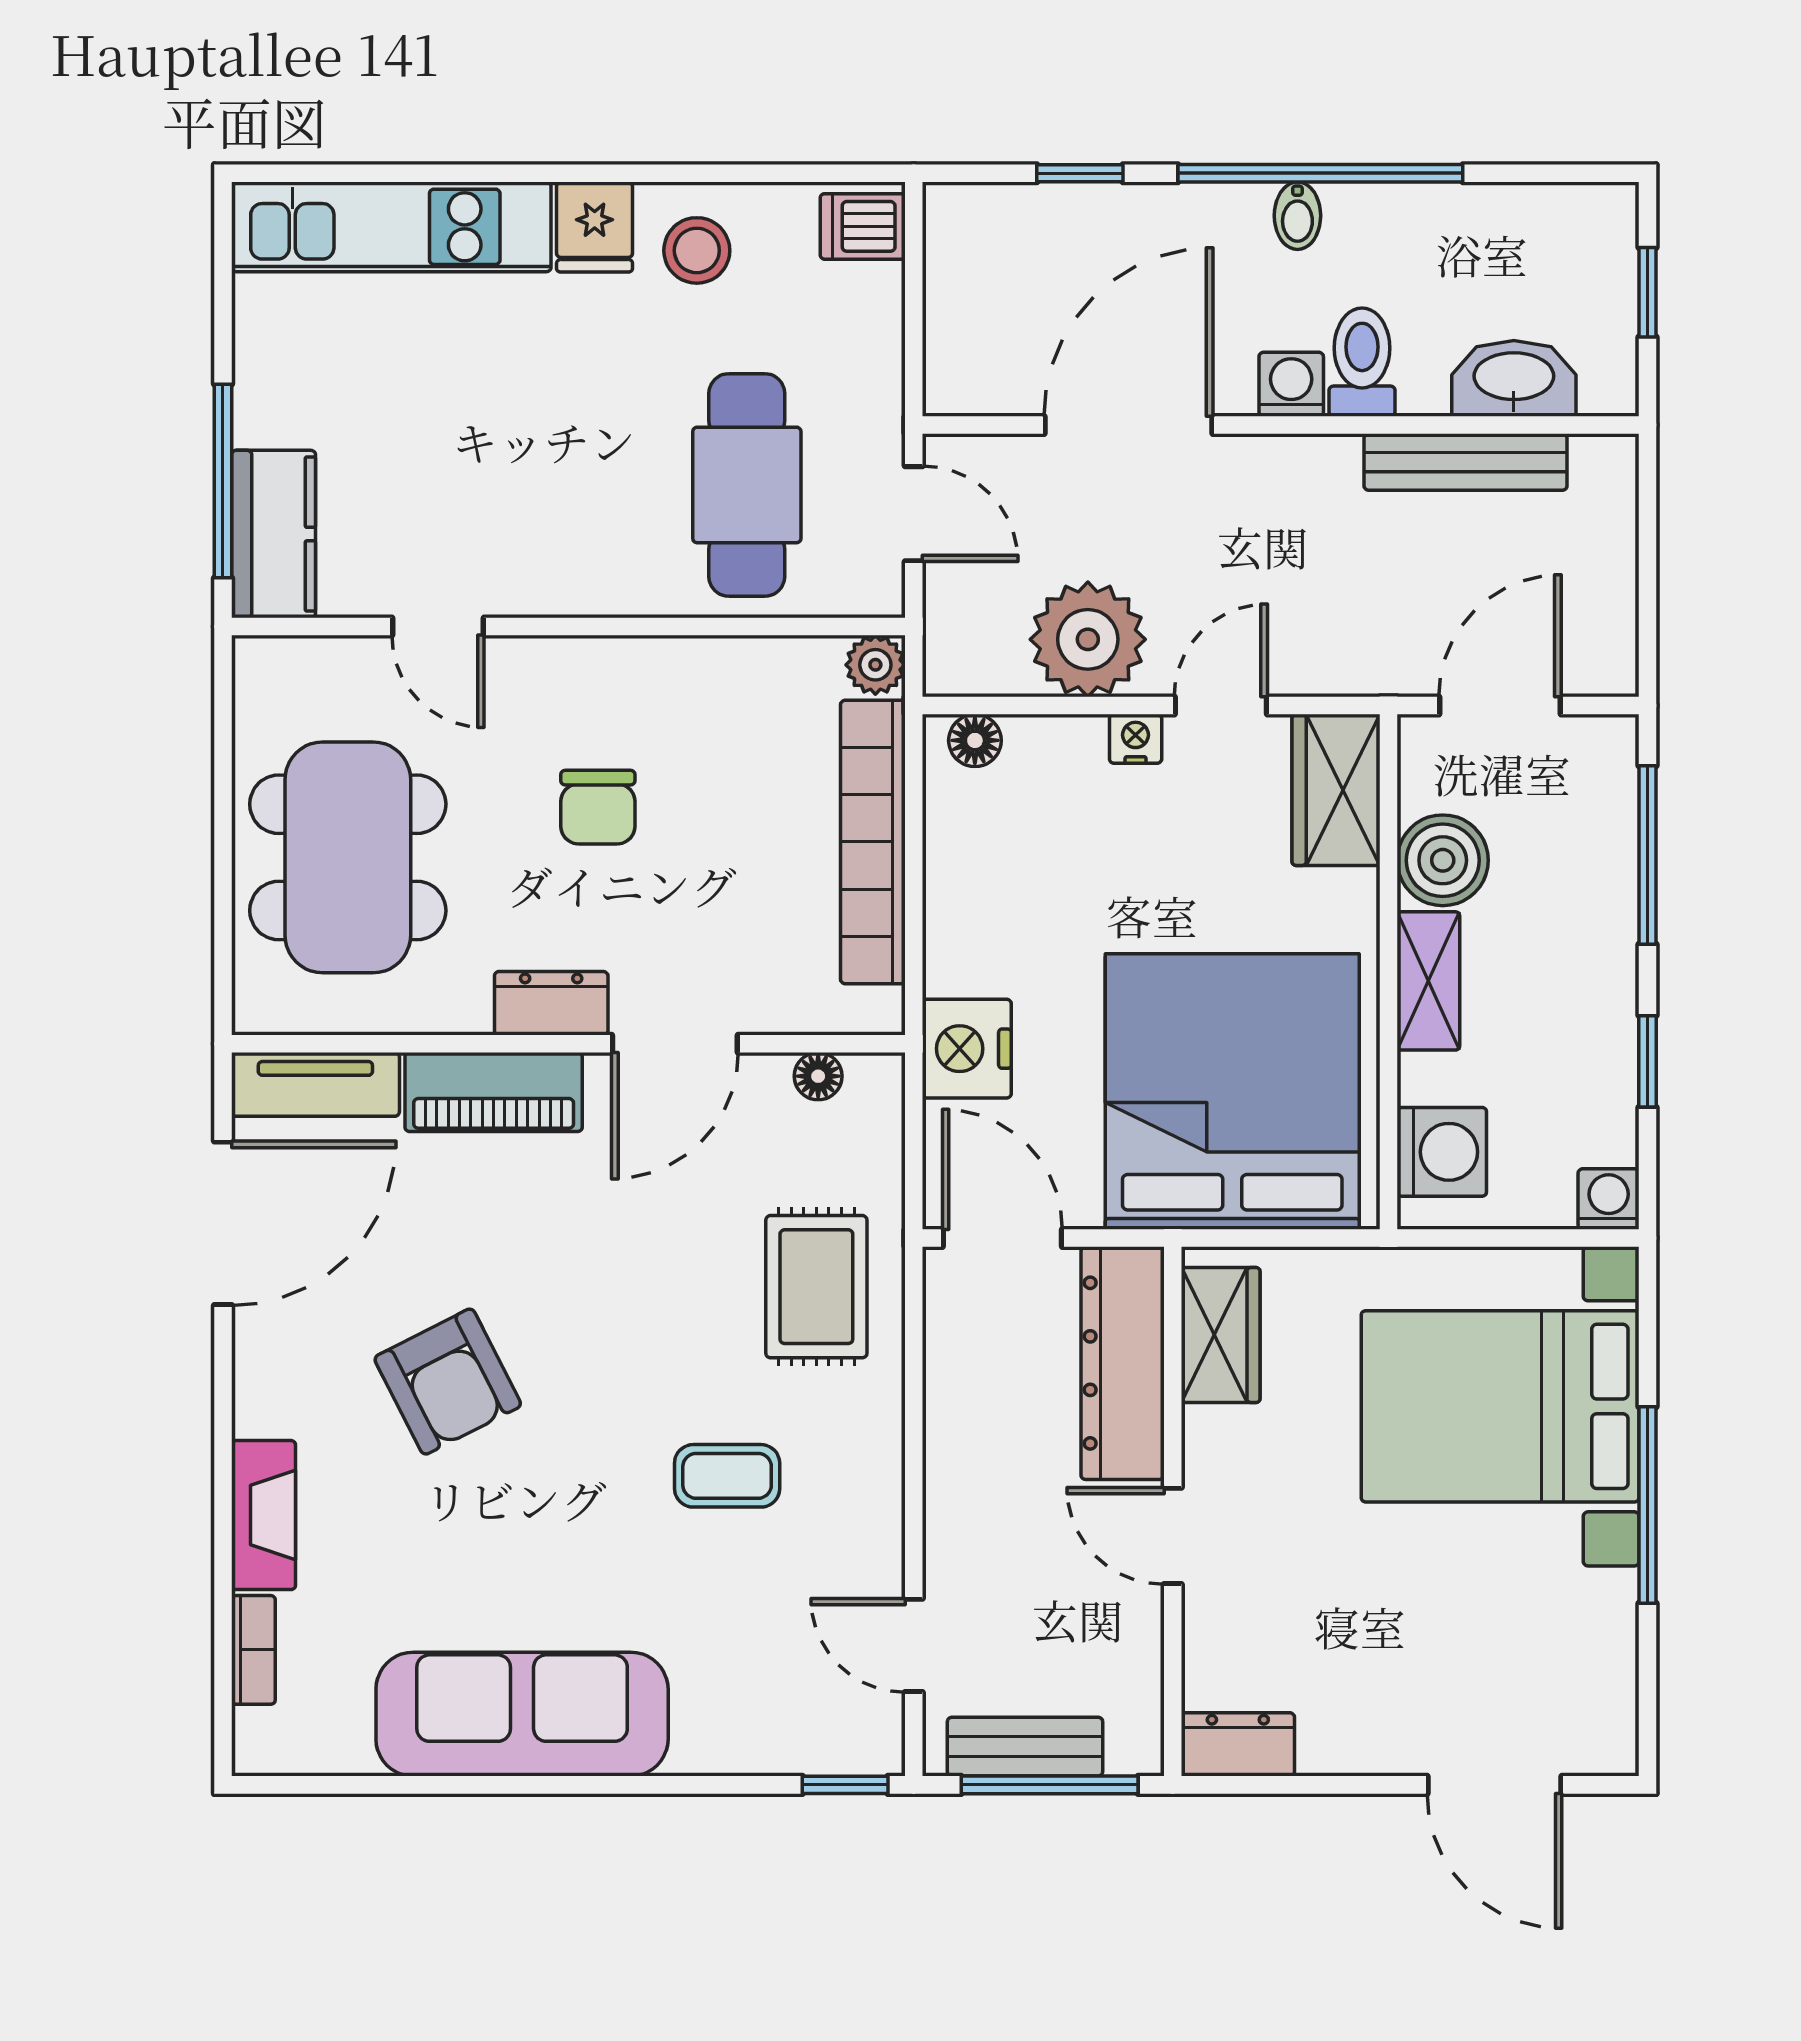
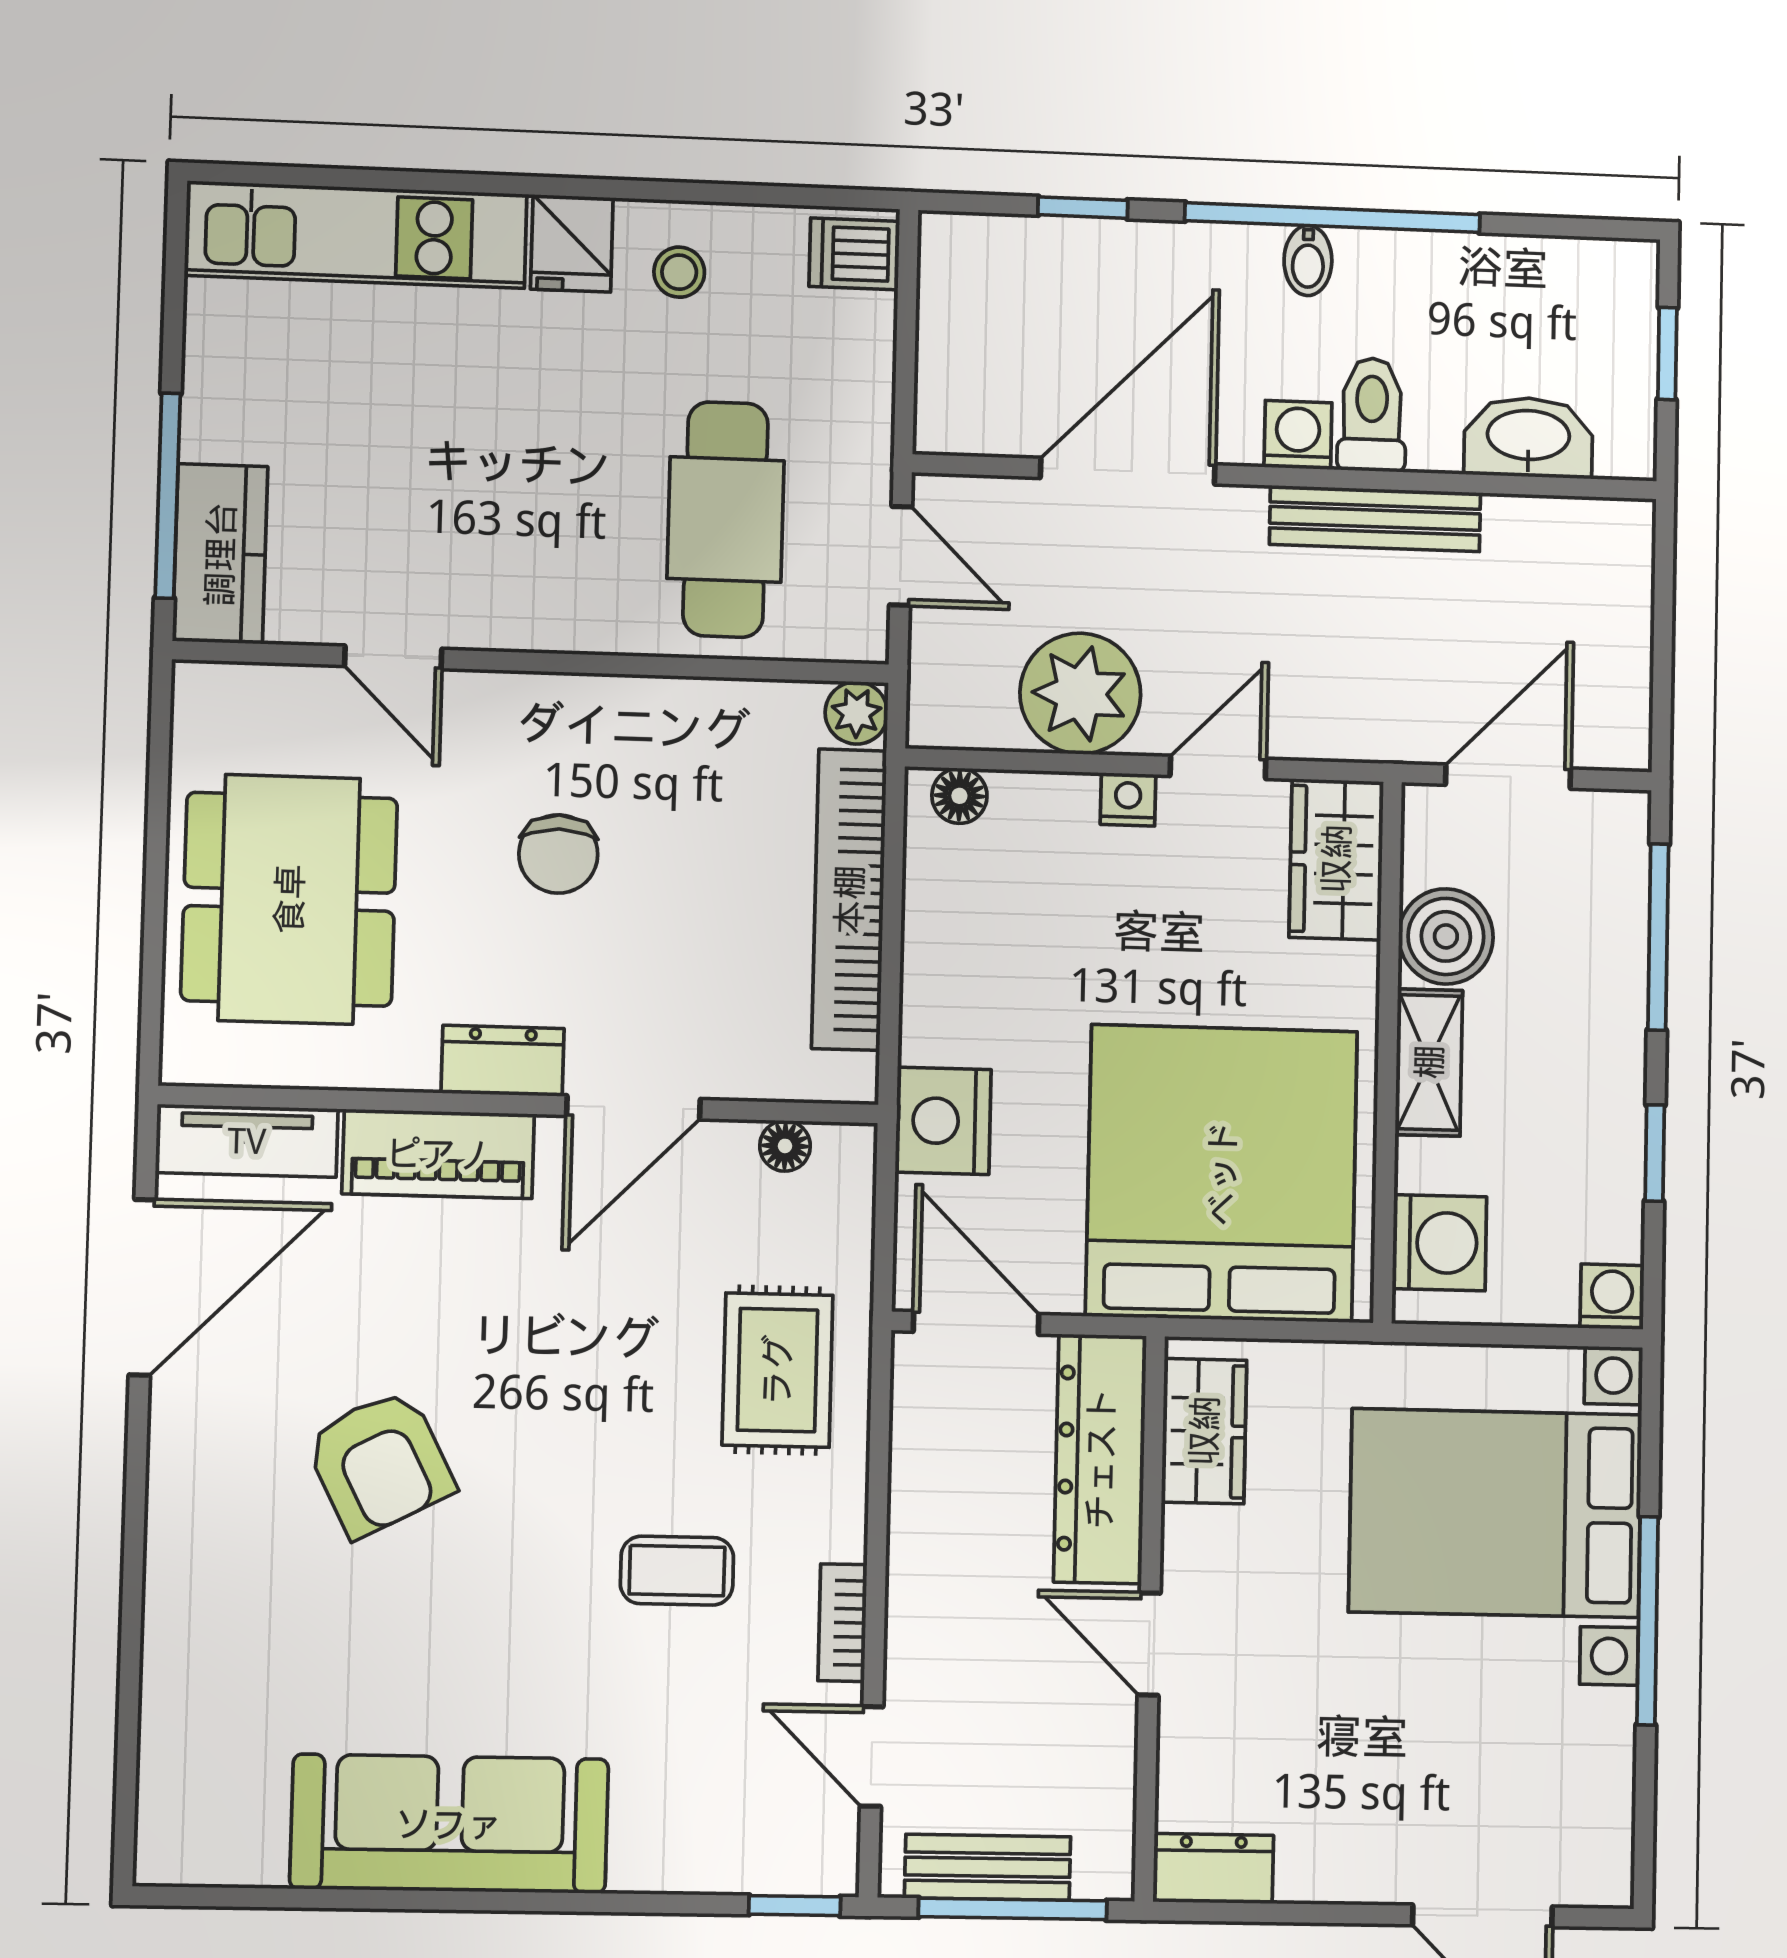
stool: (697, 250) -> (679, 272), width x0.73, depth x0.73
bench: (1466, 462) -> (1375, 519), moved
fireplace: (264, 1515) -> (176, 1603), removed
bookcase: (253, 1650) -> (842, 1623), moved, turned 180

